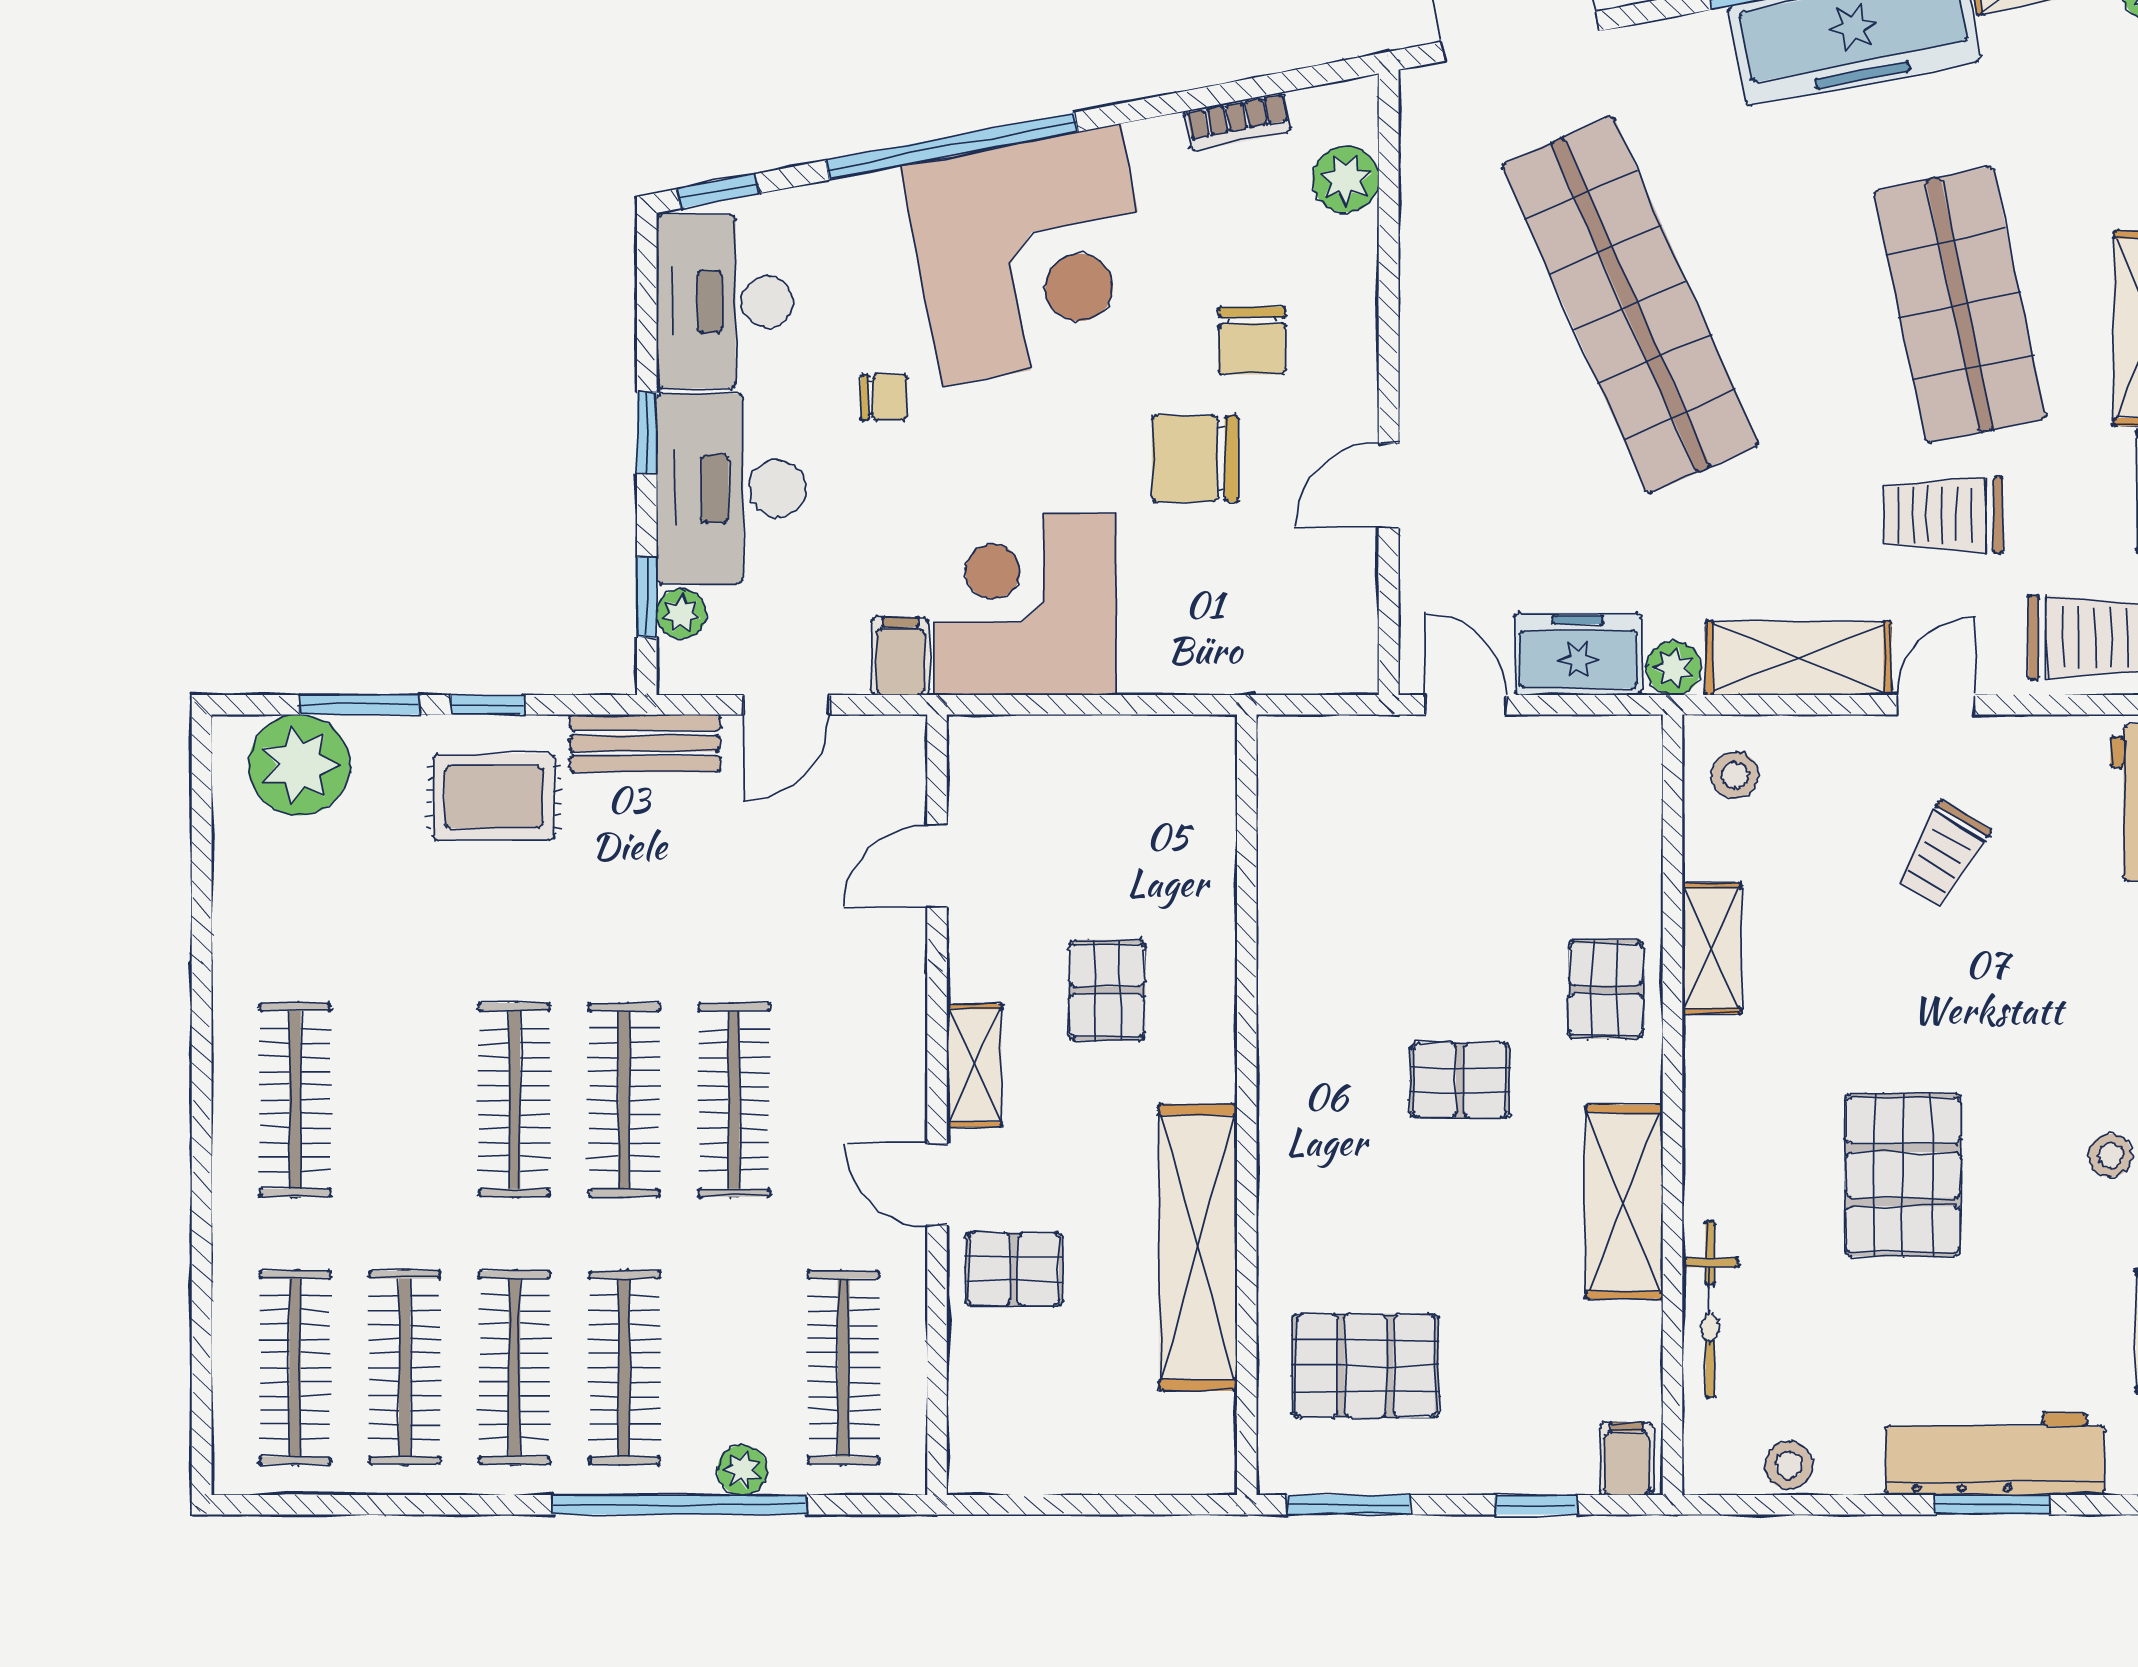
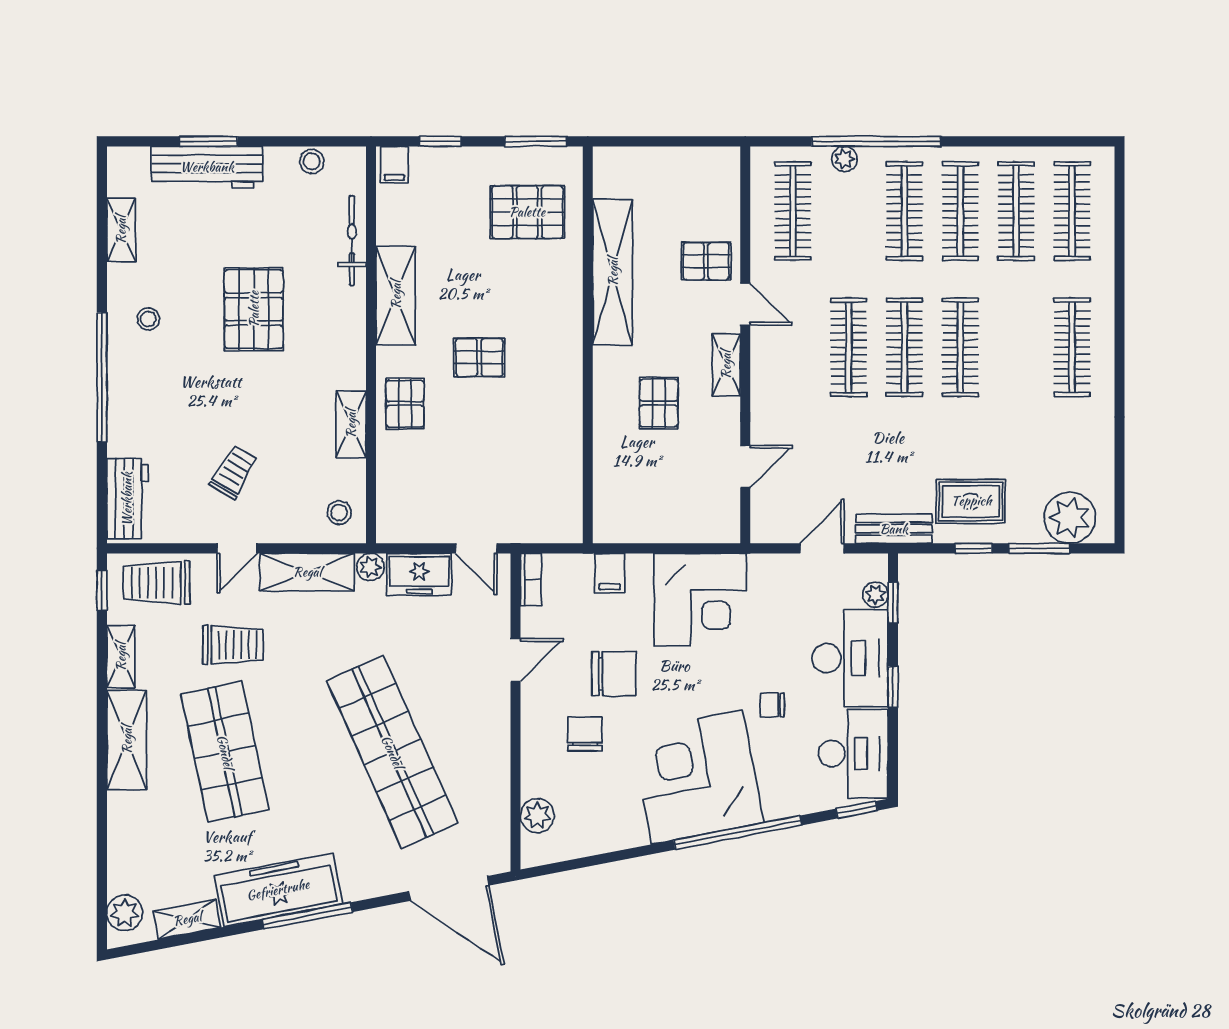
bookcase: (1238, 122) -> (531, 579), moved, turned 101
filing cabinet: (900, 656) -> (610, 573), moved

